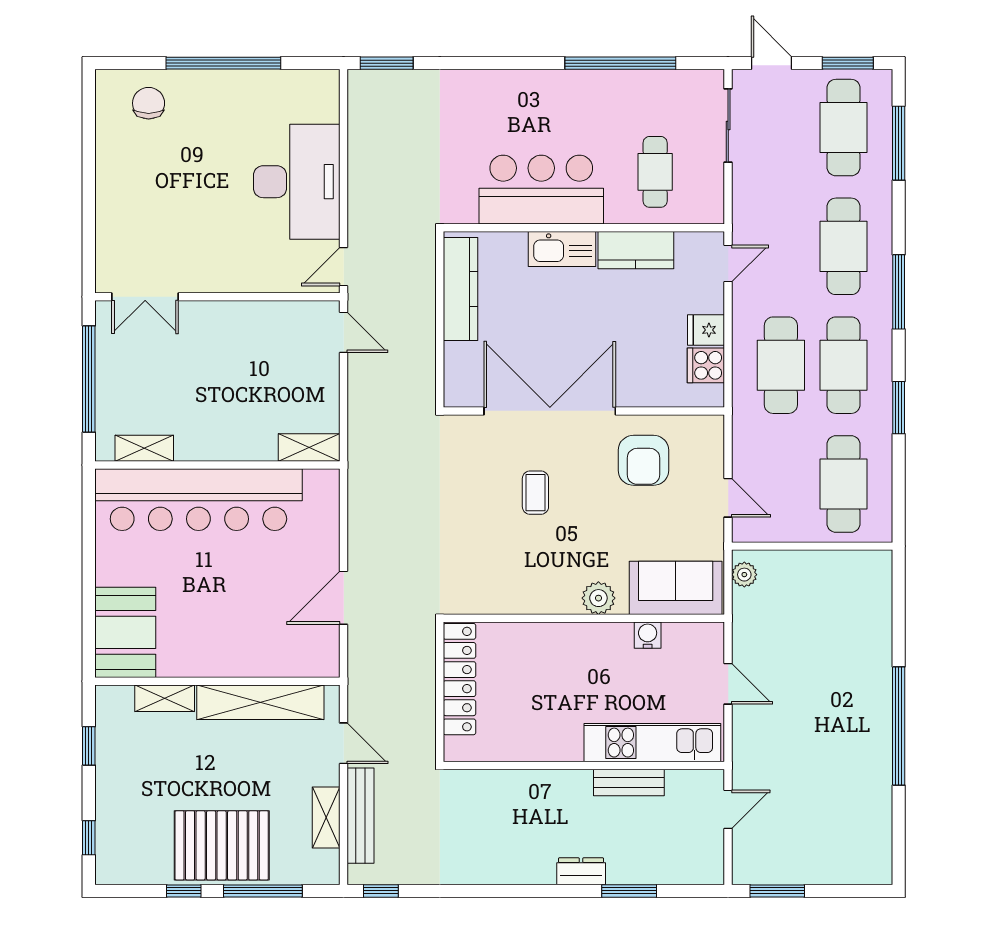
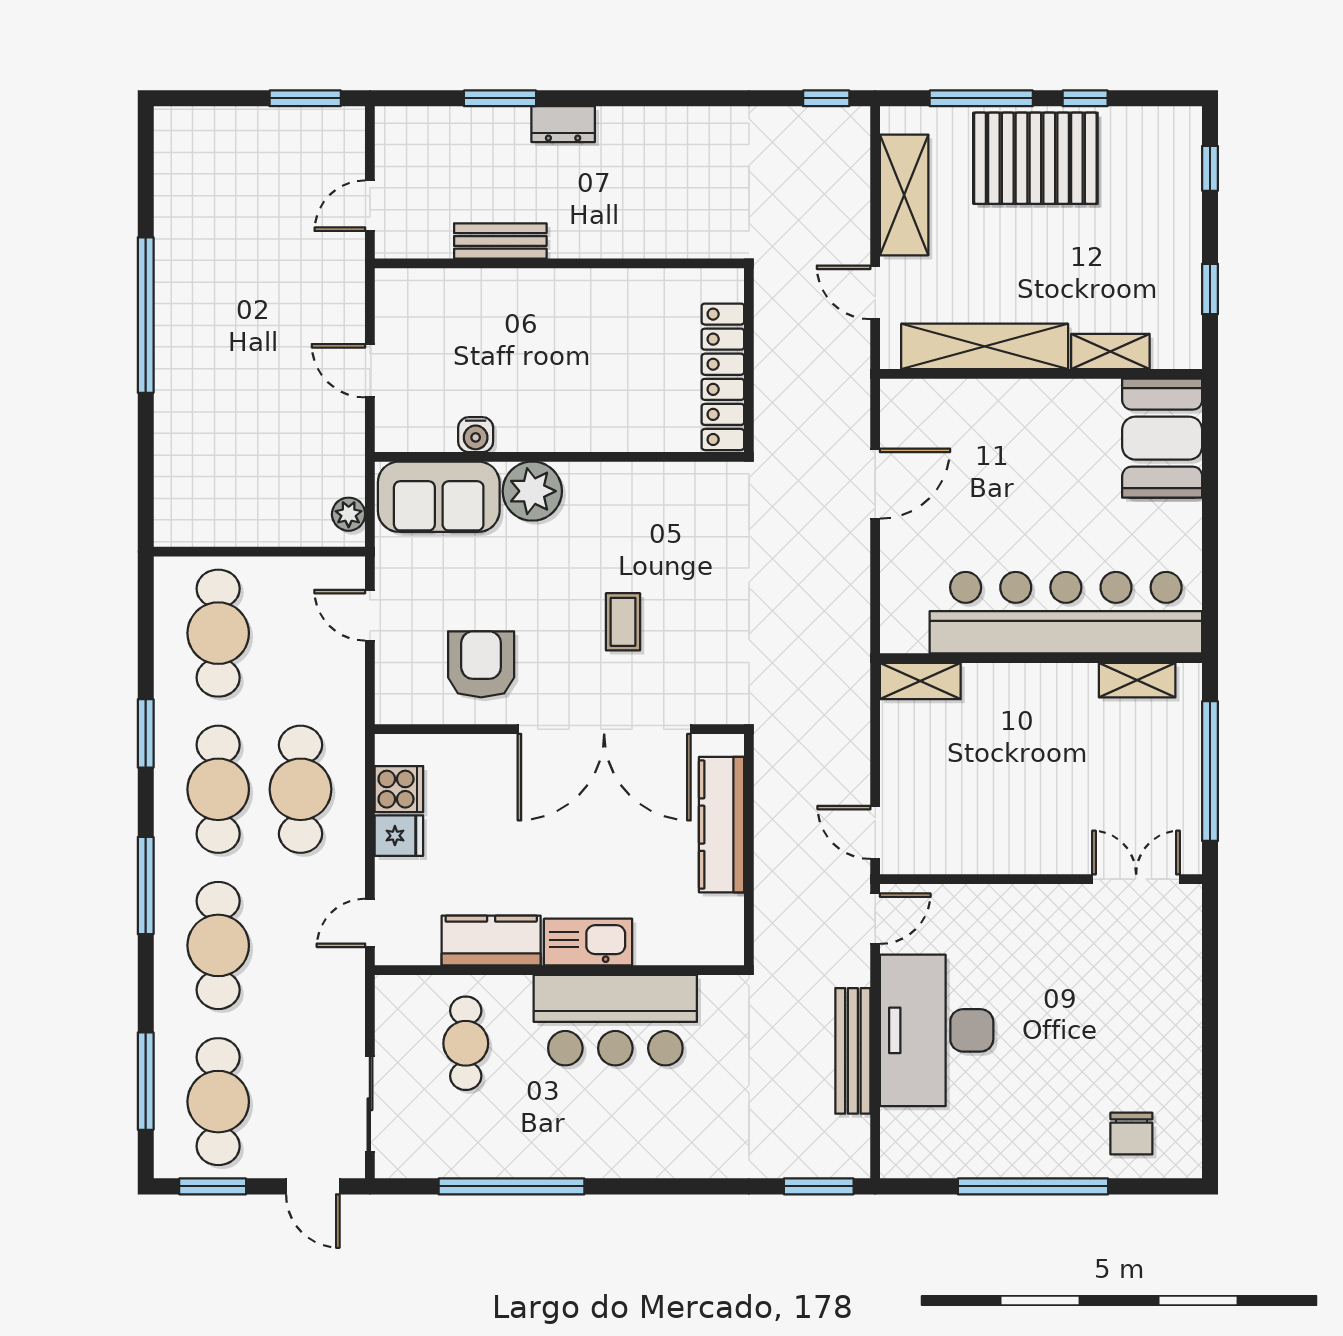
kitchen counter: (460, 289) -> (722, 825), moved
plant: (598, 598) -> (532, 491), width x1.36, depth x1.36
kitchen unit: (652, 743) -> (469, 293), removed
bench: (361, 816) -> (853, 1051), moved
shelving: (326, 817) -> (904, 195), width x1.50, depth x1.33

